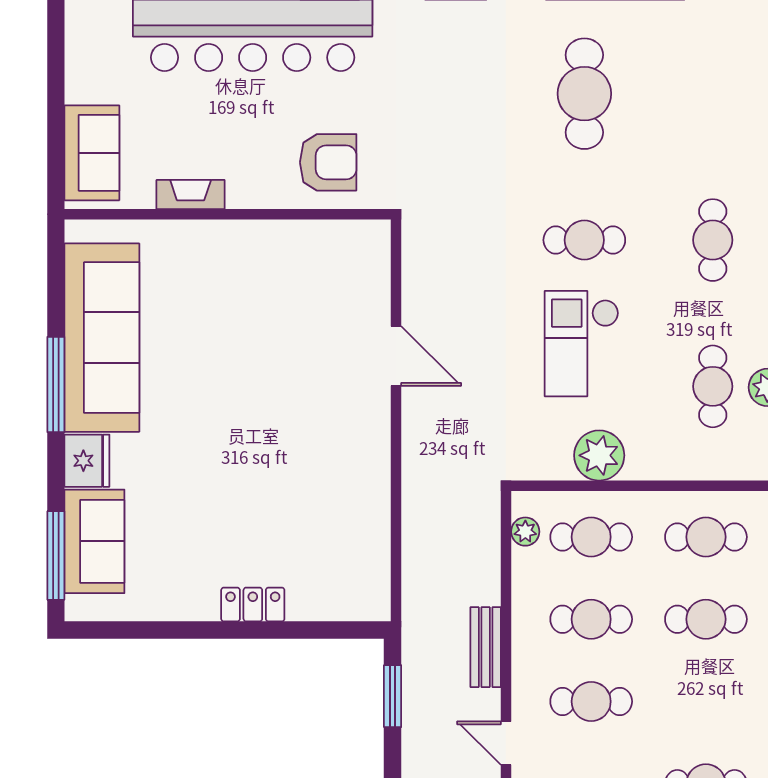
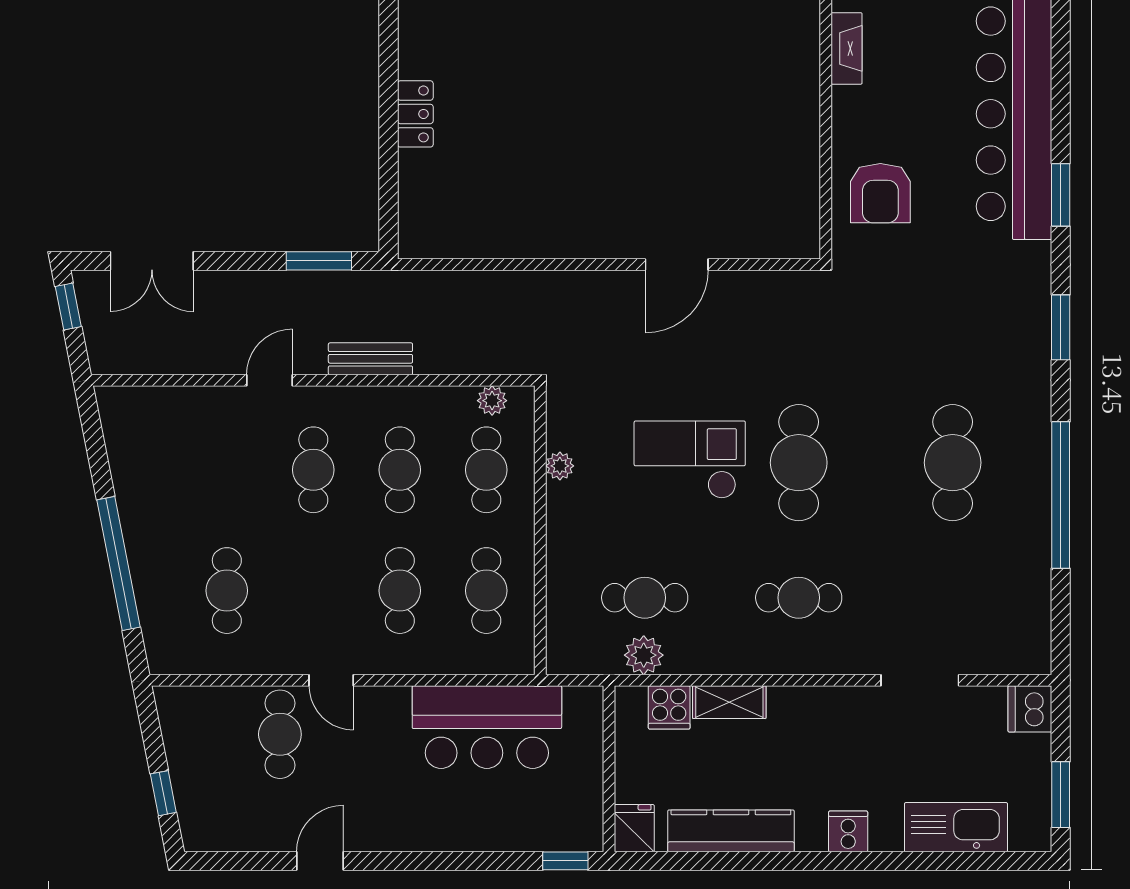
cafe table: (584, 94) -> (953, 463), turned 90
cafe table: (584, 240) -> (799, 463), width x1.37, depth x1.35
plant: (599, 455) -> (560, 466), width x0.53, depth x0.53

